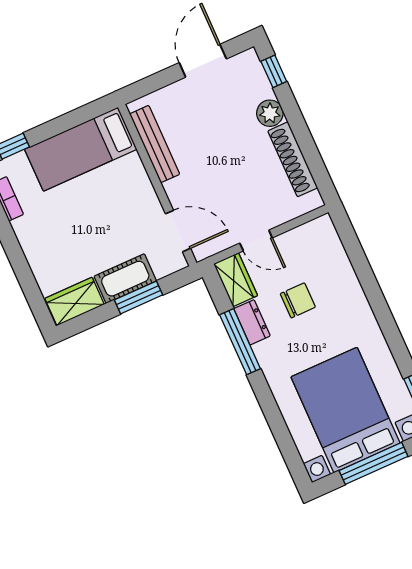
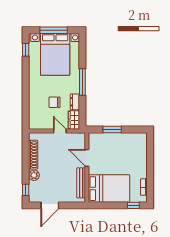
bed: (81, 149) -> (109, 189), width x1.50
door: (178, 231) -> (87, 158), moved
cot: (125, 279) -> (114, 139), removed
wardrobe: (75, 301) -> (136, 139), removed
window: (240, 342) -> (82, 82), moved

